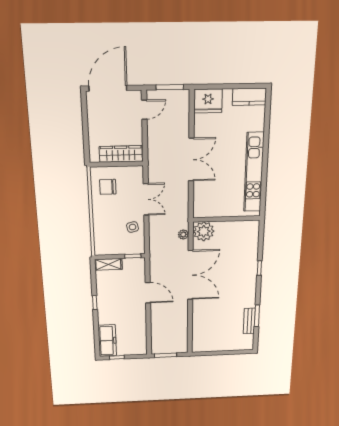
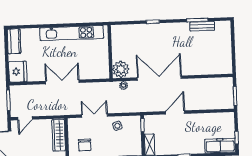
door: (144, 110) -> (25, 118), swing flipped

